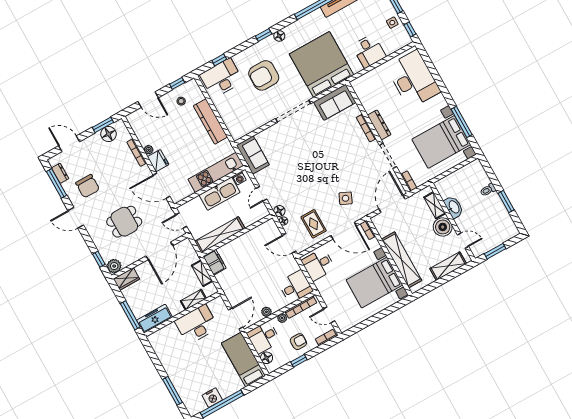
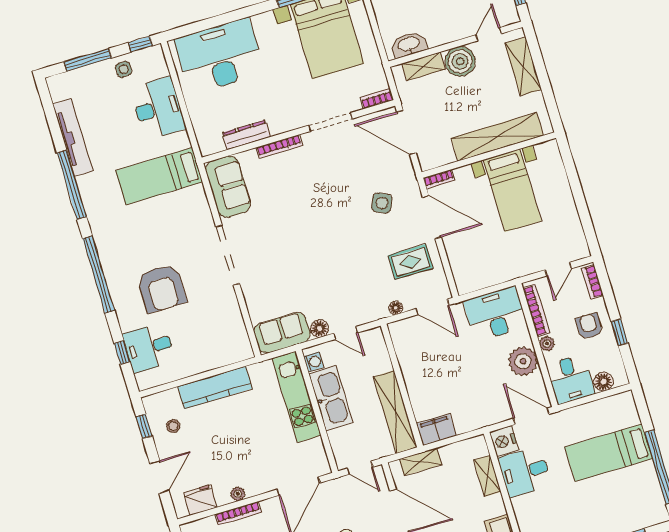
window: (264, 35) -> (99, 275), width x3.17
floor lamp: (279, 36) -> (105, 250), removed
desk: (369, 51) -> (158, 108), width x1.37
bed: (321, 64) -> (159, 176), width x0.49
desk: (222, 78) -> (149, 348), width x0.73
dresser: (379, 125) -> (246, 135), moved
fridge: (158, 161) -> (200, 500), moved
washbasin: (454, 207) -> (409, 44), moved
floor lamp: (279, 211) -> (320, 328), moved
door: (181, 221) -> (360, 468), hinge flipped
door: (344, 231) -> (432, 217), hinge flipped
door: (289, 243) -> (432, 307), hinge flipped
desk: (318, 265) -> (476, 269), removed
shelving: (202, 273) -> (420, 462), moved
bed with nightstands: (374, 282) -> (512, 190), width x0.73
desk: (296, 287) -> (495, 314), width x1.37
plant: (266, 312) -> (523, 361), width x1.88, depth x1.88
desk: (197, 324) -> (525, 472), width x0.73
bed: (243, 360) -> (609, 453), moved
nightstand: (212, 398) -> (504, 441), moved, turned 180

